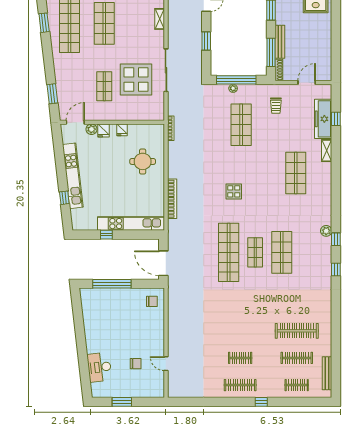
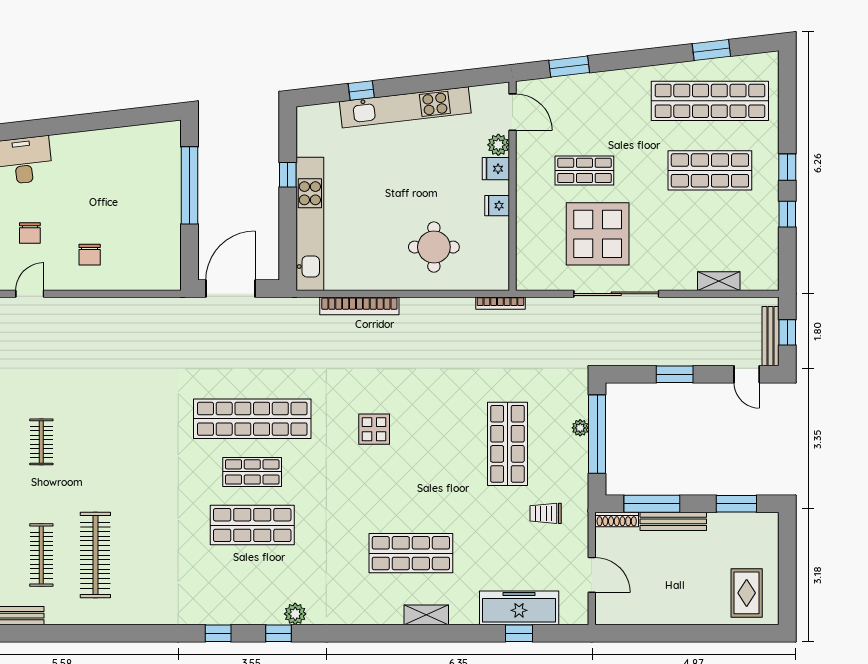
shop shelf: (241, 125) -> (507, 444), turned 90
shelving: (327, 151) -> (426, 615), moved
chair: (152, 301) -> (90, 255), moved

